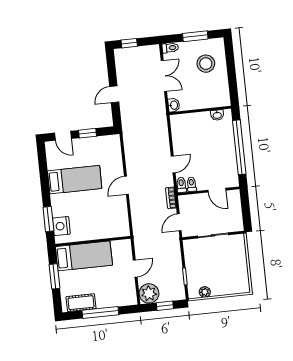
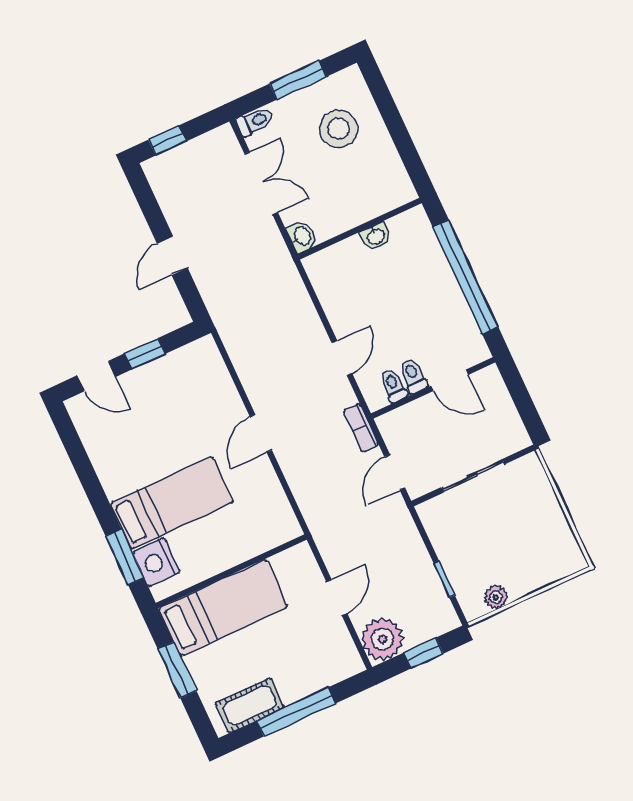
washbasin: (217, 115) -> (376, 237), moved
bed: (75, 180) -> (172, 503), moved
toilet: (181, 185) -> (413, 376), moved

